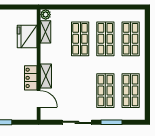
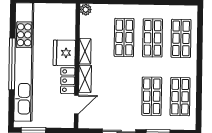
shelving: (46, 32) -> (85, 51), moved
fridge: (27, 37) -> (64, 53), moved
door: (39, 99) -> (76, 105), hinge flipped

